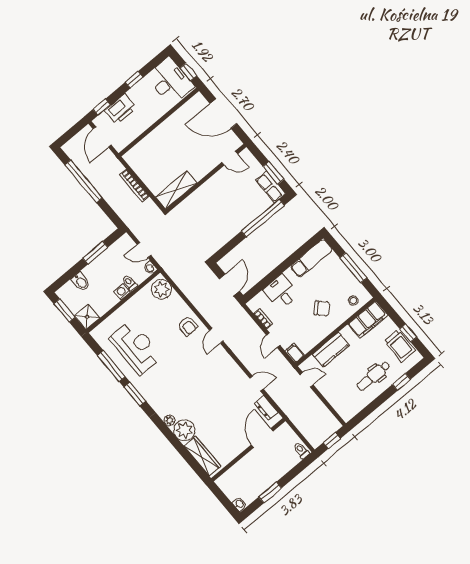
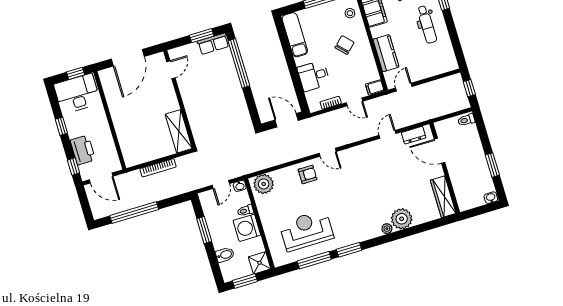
washing machine: (122, 292) -> (247, 228), width x1.89, depth x1.89
wardrobe: (202, 456) -> (443, 197), moved, turned -90

